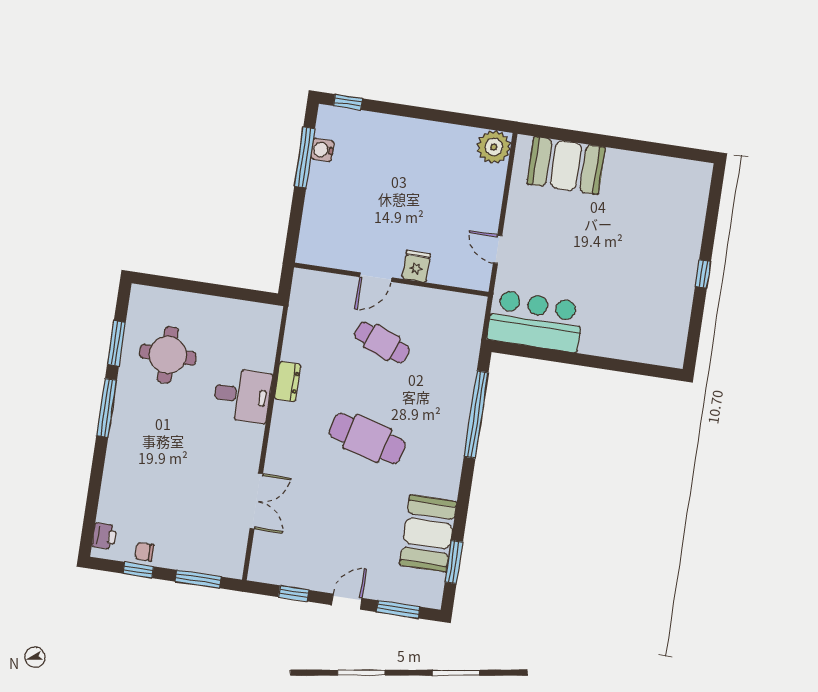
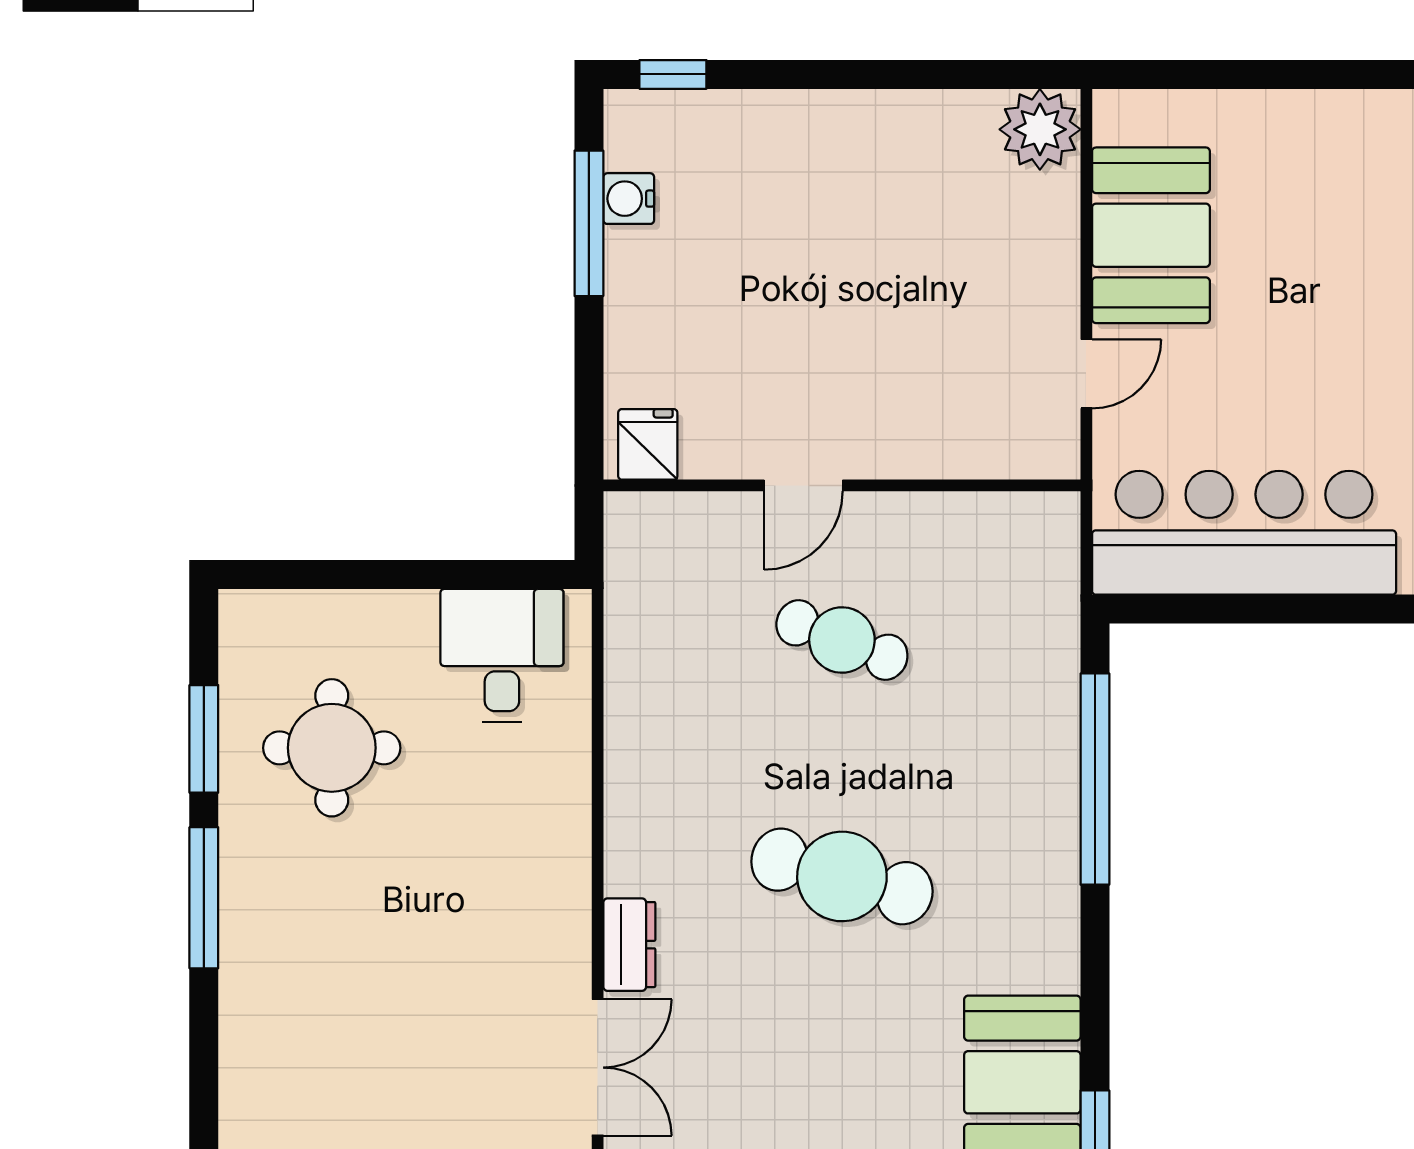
booth: (566, 166) -> (1151, 235), moved, turned 90
door: (498, 249) -> (1086, 374), swing flipped
fridge: (416, 266) -> (648, 444), moved
bar counter: (535, 321) -> (1244, 533), width x1.36
dresser: (288, 382) -> (629, 945), moved
desk: (242, 395) -> (502, 655), moved, turned -90

